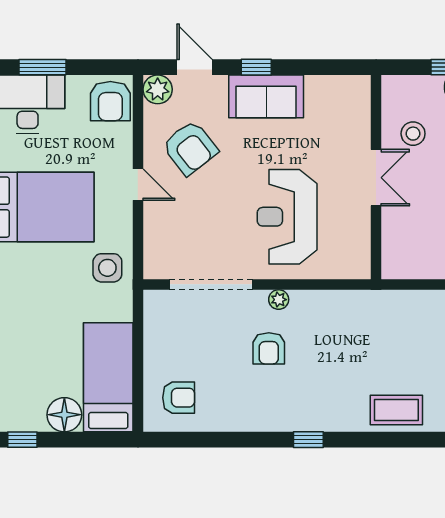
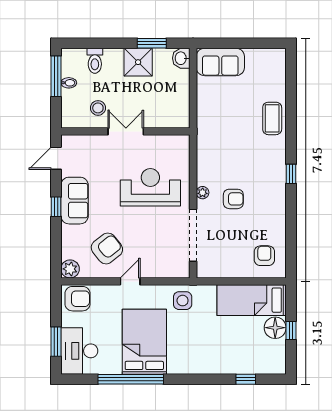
door: (195, 67) -> (56, 158), moved
reception desk: (287, 217) -> (150, 187), turned 180
window: (22, 440) -> (291, 330), moved

